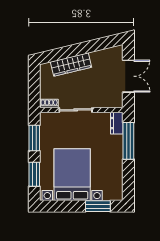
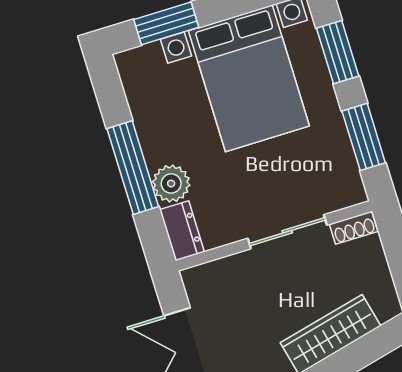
window: (128, 141) -> (133, 168), moved
plant: (115, 143) -> (171, 183), added

